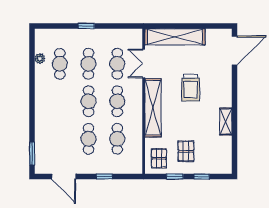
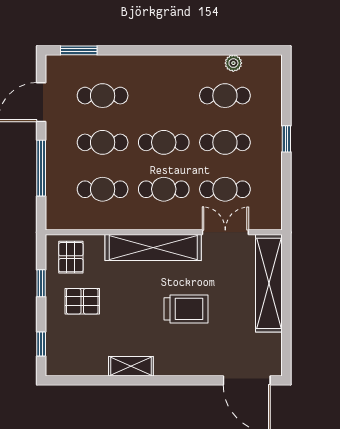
trolley: (191, 88) -> (186, 309), turned 180
cafe table: (60, 139) -> (103, 96), added
pallet: (159, 158) -> (71, 257), turned 90
window: (104, 177) -> (41, 168), width x2.17
window: (202, 177) -> (41, 344), moved

